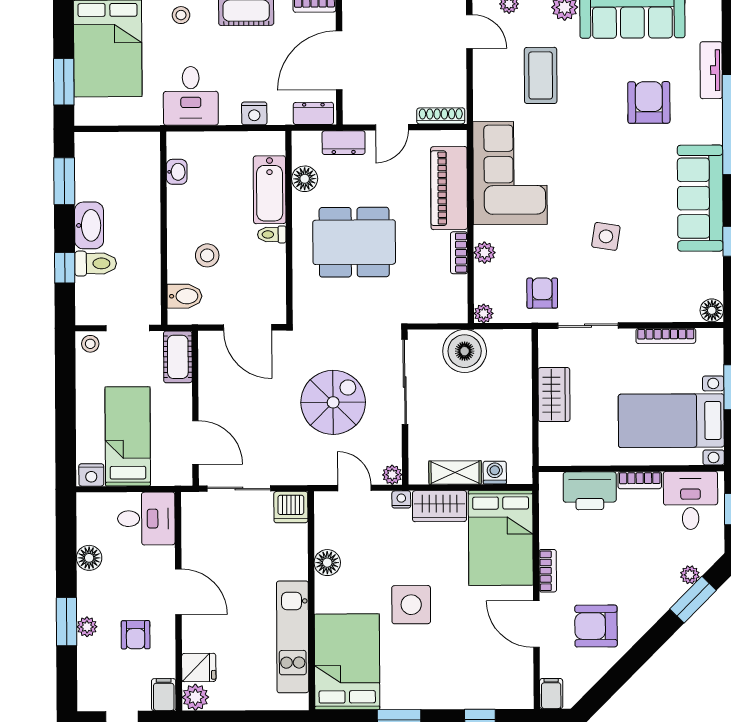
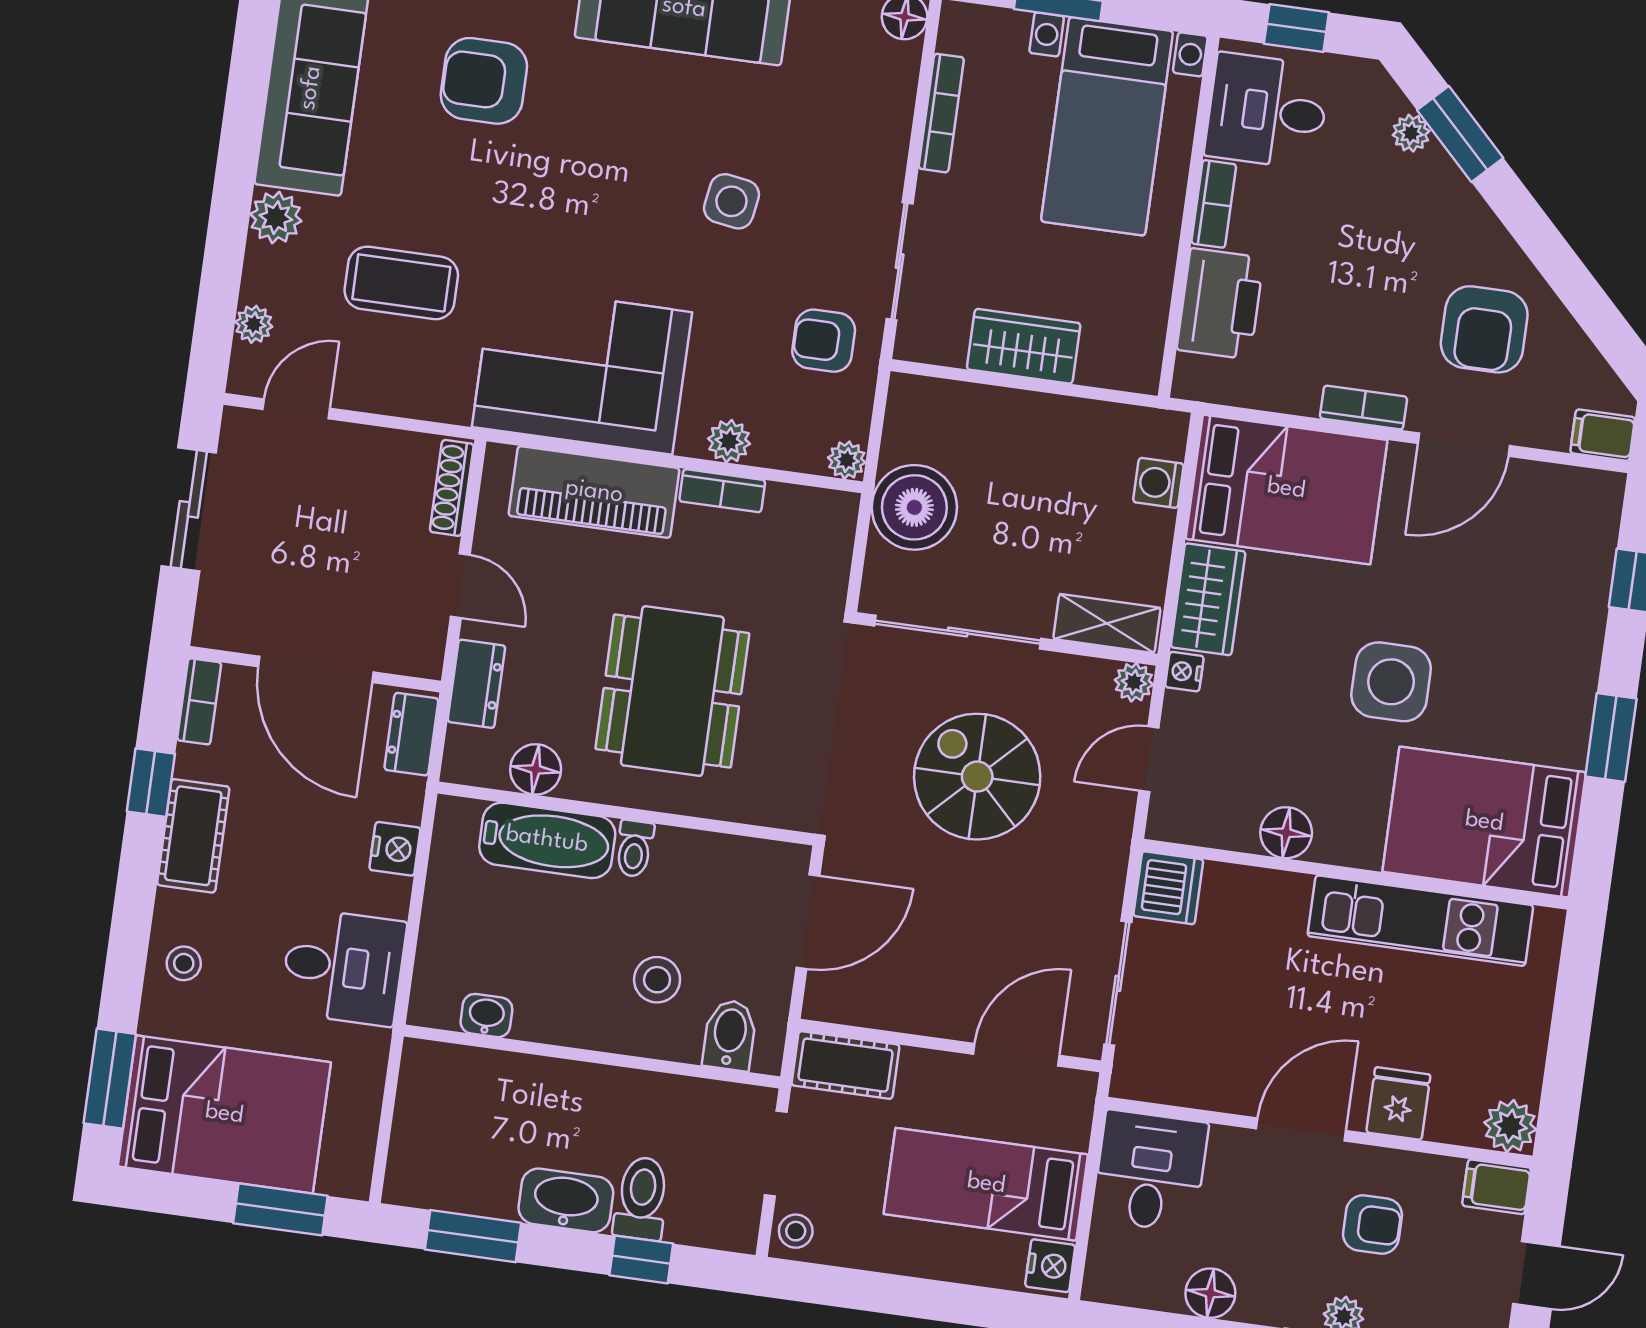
shelving: (455, 473) -> (1107, 623), moved, turned 90
fridge: (199, 667) -> (1398, 1104), moved

